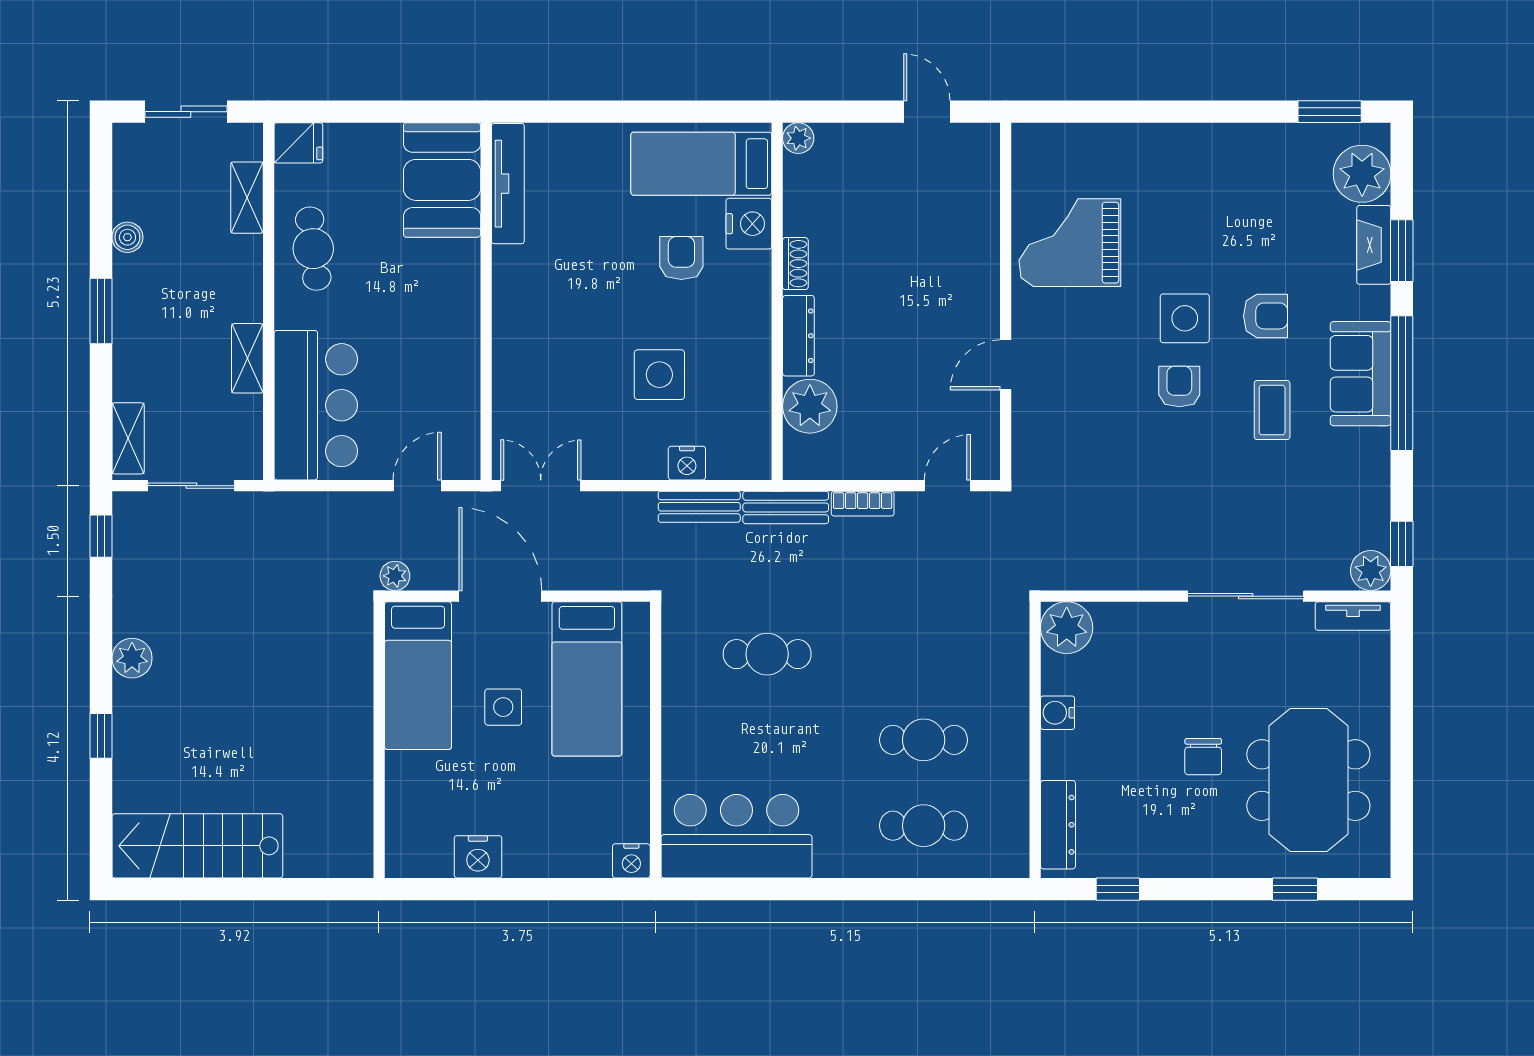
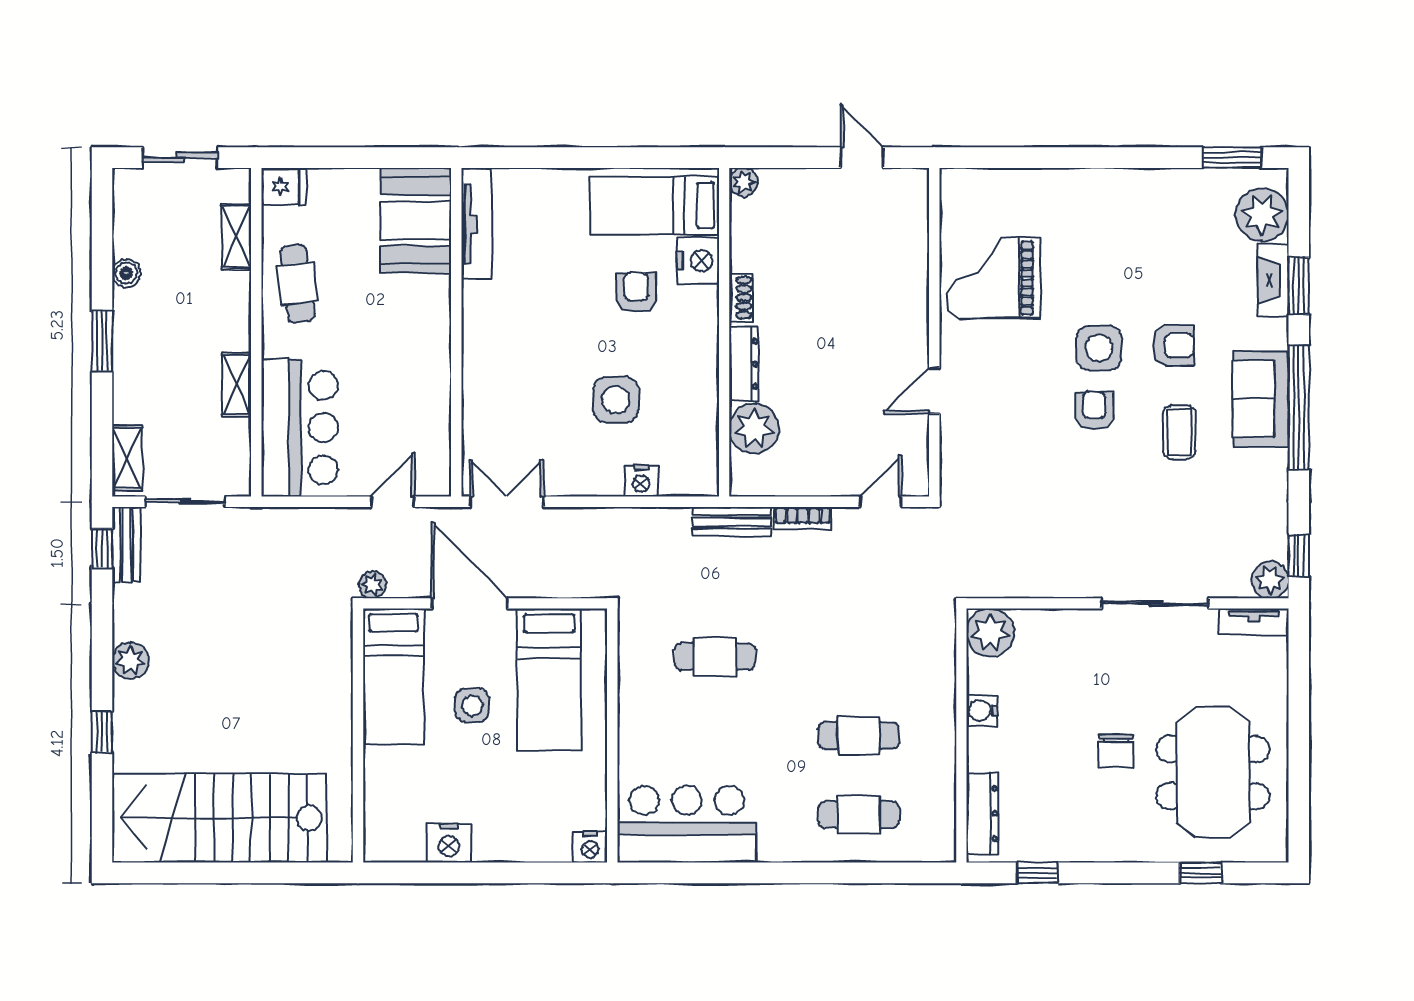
bench: (699, 507) -> (127, 544), moved, turned 90
stairs: (197, 846) -> (219, 818), width x1.36, depth x1.51

